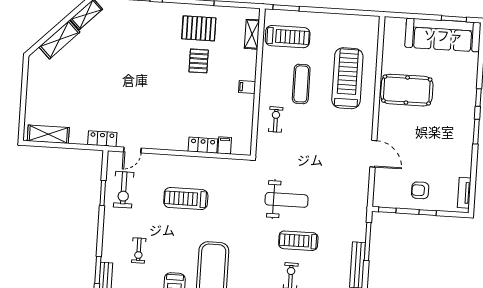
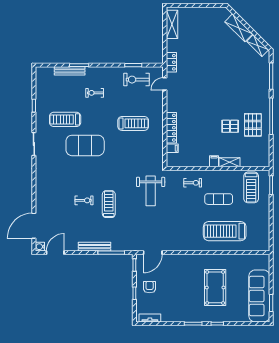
shelving: (252, 34) -> (229, 162), moved
treadmill: (347, 78) -> (225, 231), turned 180
pool table: (407, 90) -> (215, 287), moved
locker: (203, 145) -> (171, 128), width x1.53
door: (132, 150) -> (165, 84), hinge flipped
door: (373, 154) -> (153, 253), moved
treadmill: (186, 199) -> (133, 123), turned 90
weight bench: (287, 200) -> (151, 191), moved

